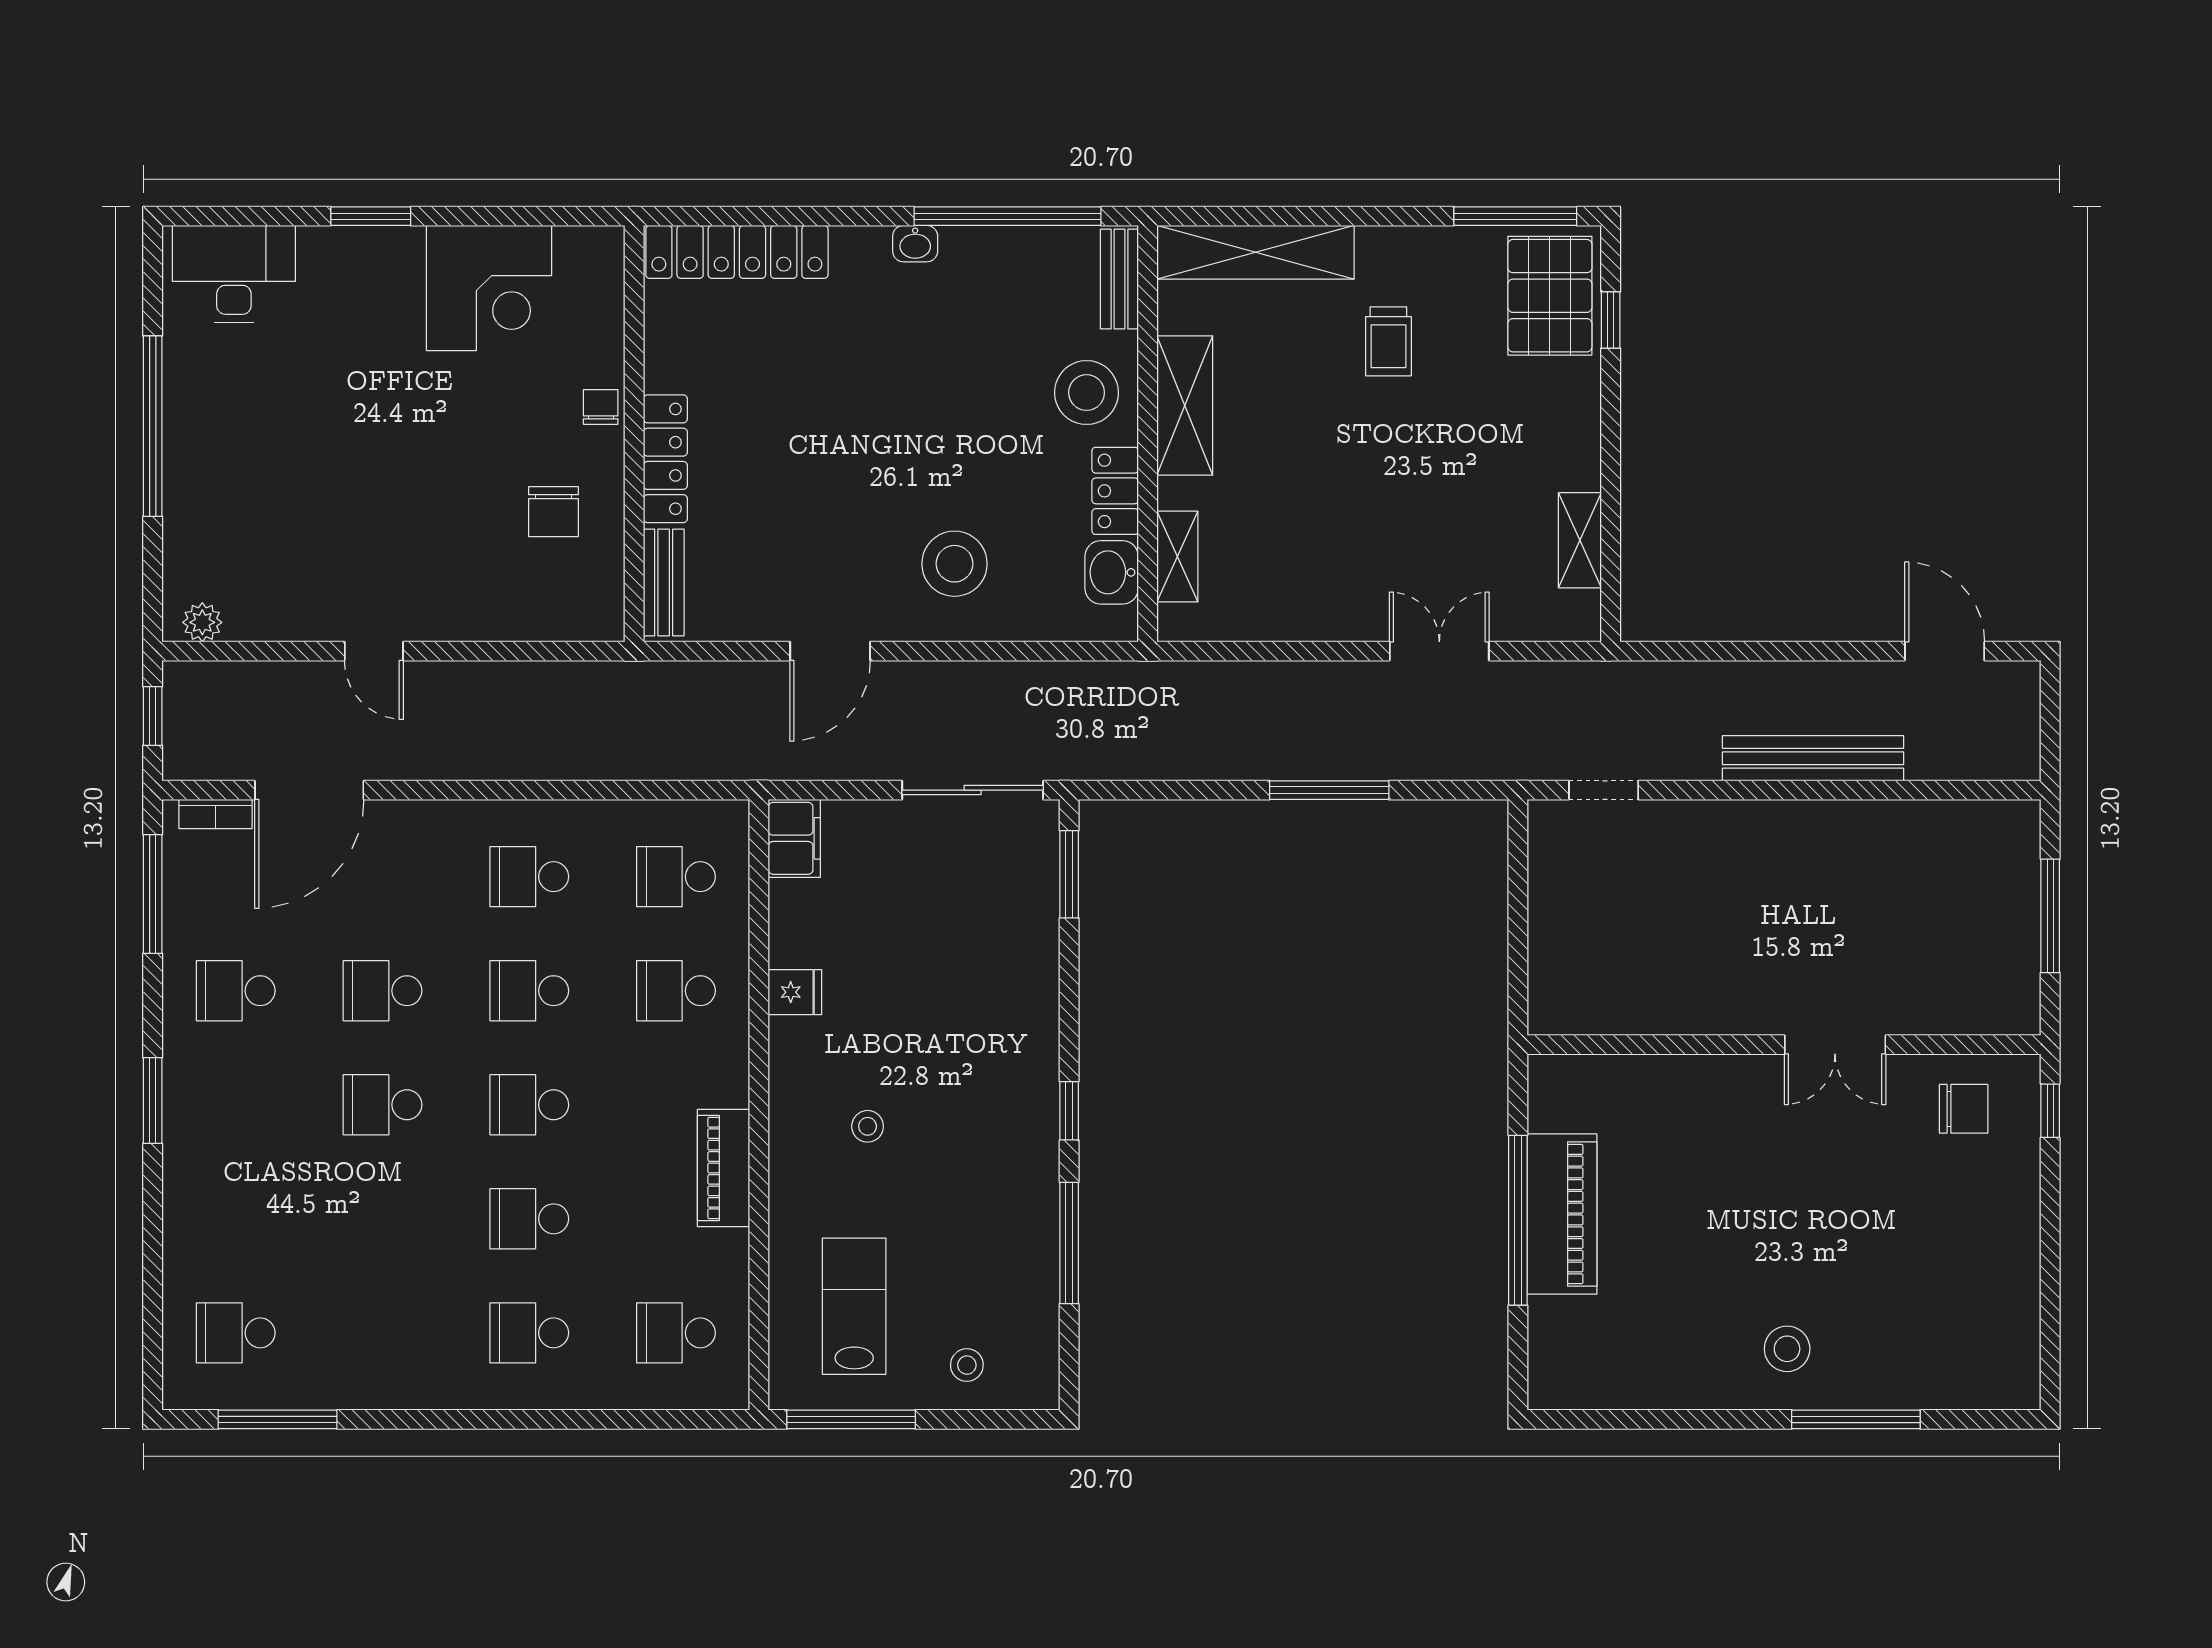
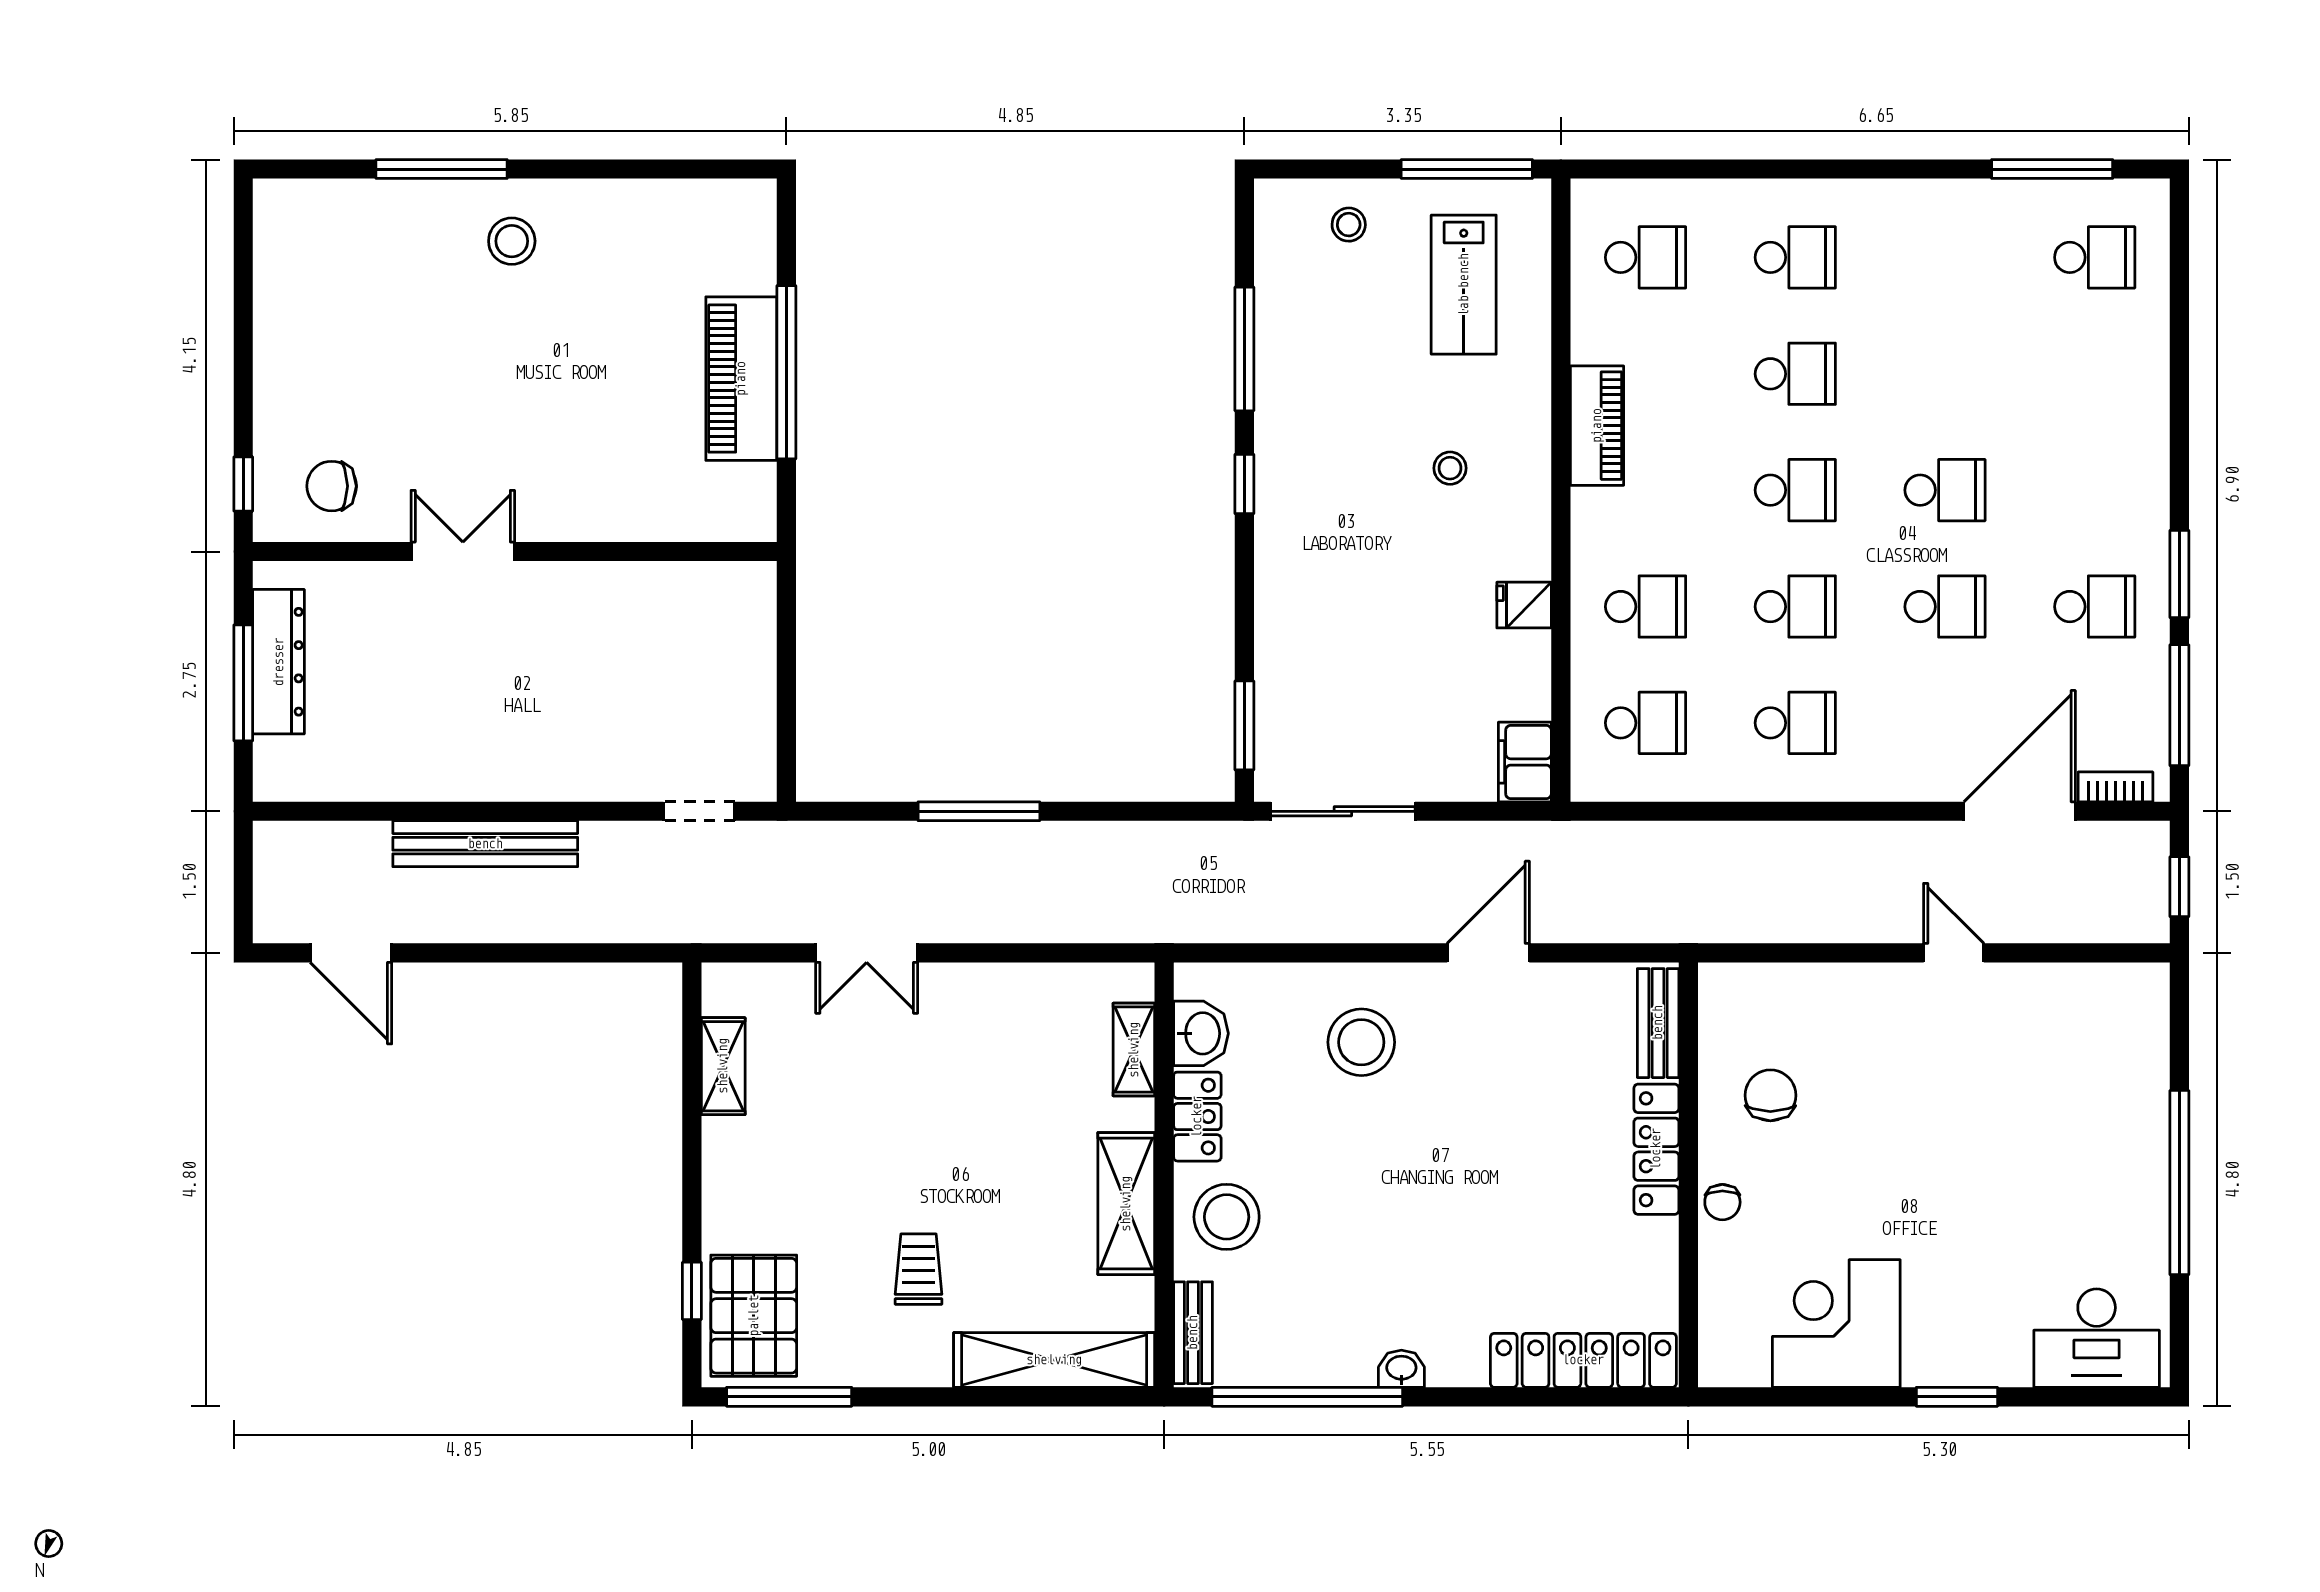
plant: (202, 622) -> (2129, 982), removed
dresser: (2016, 937) -> (279, 662), added
window: (153, 1100) -> (2179, 574), moved

